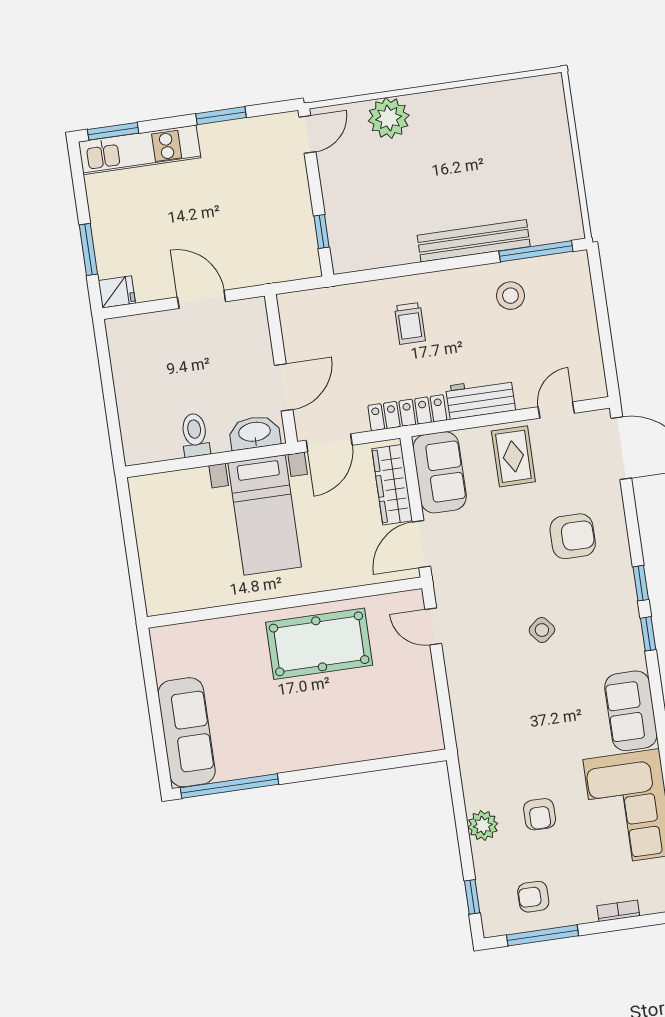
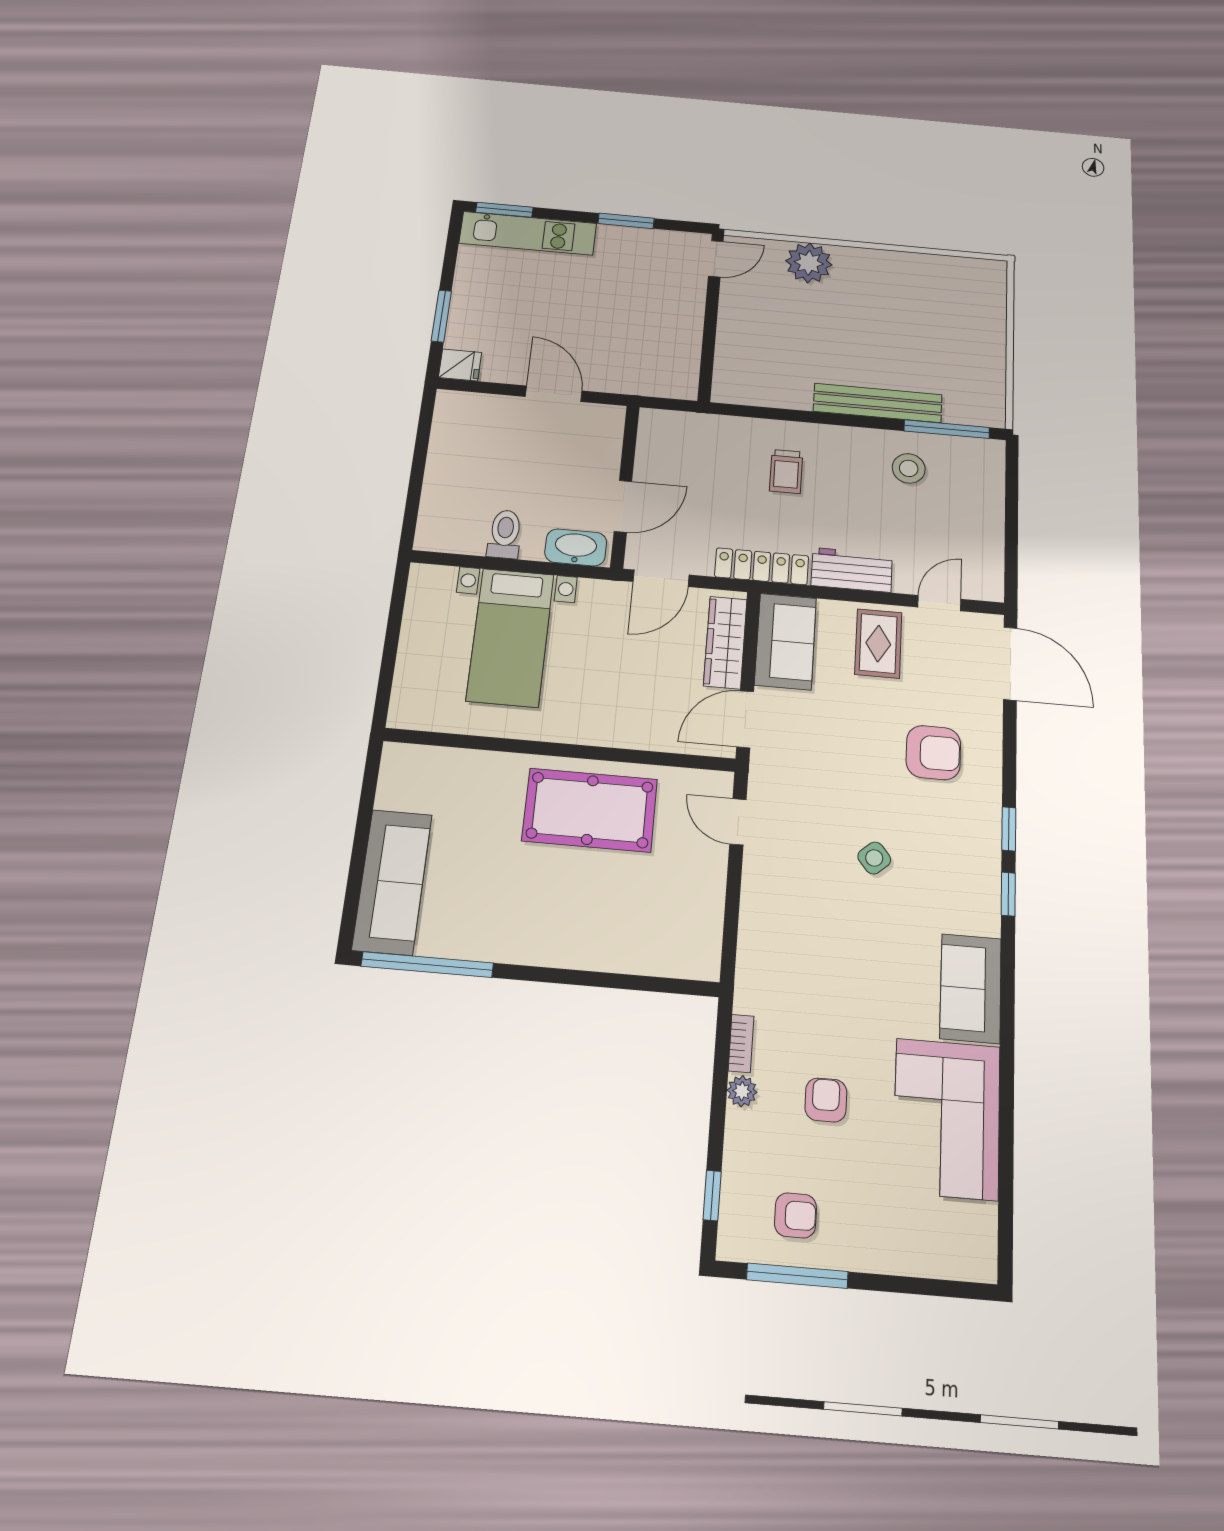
window: (321, 232) -> (708, 356), removed
bed with nightstands: (265, 515) -> (510, 637), moved
armchair: (540, 814) -> (826, 1100), turned 180
plant: (483, 826) -> (742, 1091), width x0.73, depth x0.73
armchair: (533, 897) -> (795, 1215), turned 180
bookcase: (618, 911) -> (741, 1043), moved, turned 90

